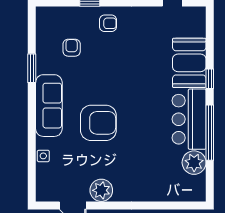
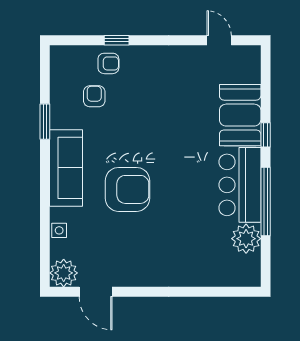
armchair: (108, 23) -> (108, 63), moved
plant: (101, 190) -> (64, 273), moved

